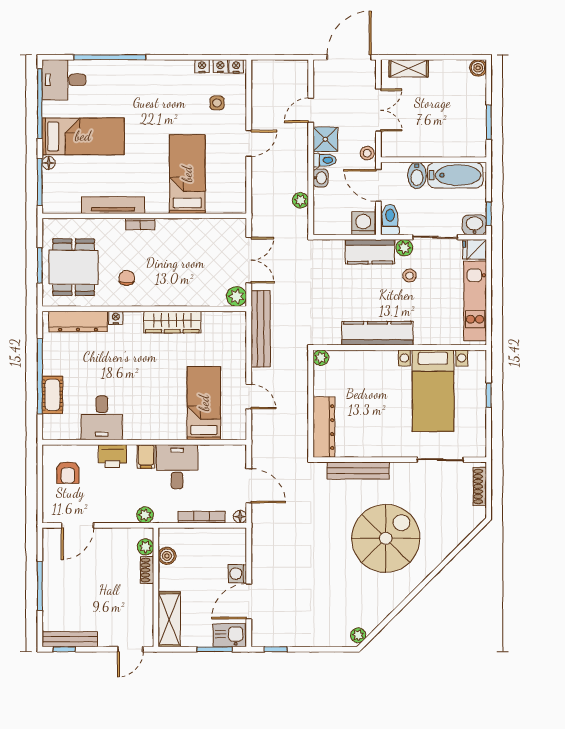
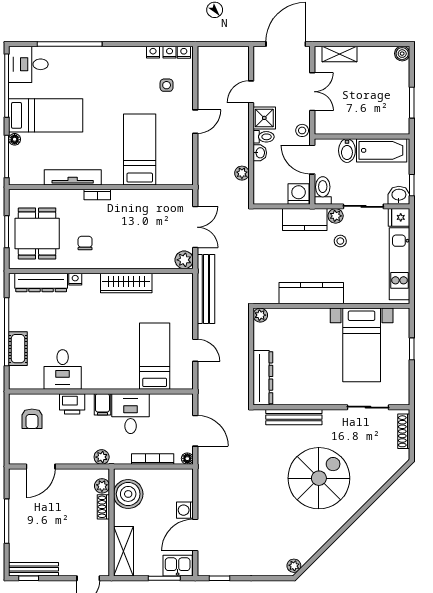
boiler: (167, 556) -> (128, 494), width x1.86, depth x1.86

